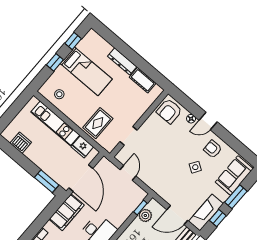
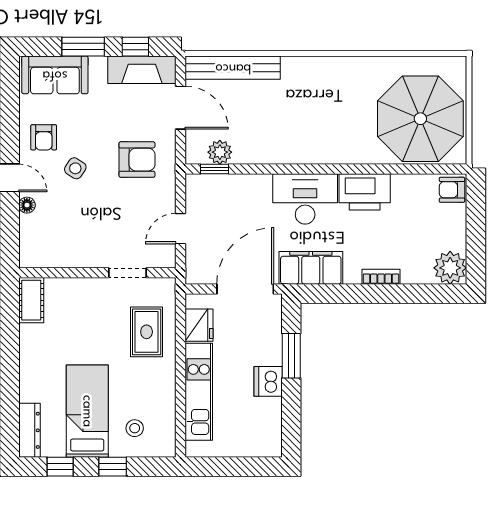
dresser: (122, 61) -> (29, 430), moved
cot: (143, 80) -> (31, 300), moved
stool: (59, 94) -> (135, 428), moved
armchair: (169, 111) -> (137, 160), moved
rug: (98, 123) -> (147, 332), turned 90
dishwasher: (21, 143) -> (268, 381), moved
side table: (195, 167) -> (75, 168), moved
window: (47, 181) -> (291, 356), moved

